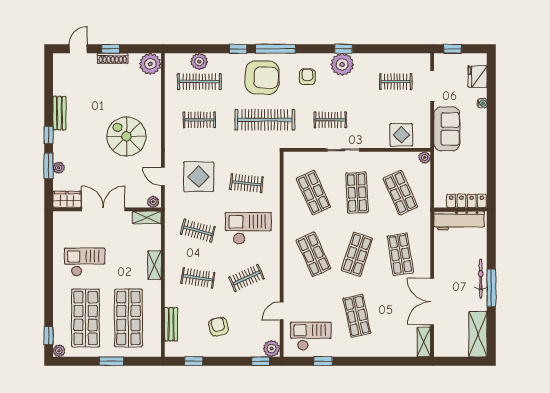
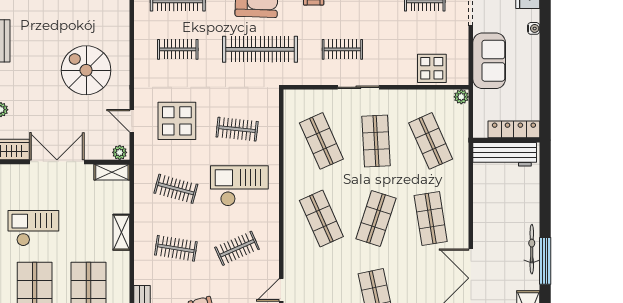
locker: (467, 201) -> (514, 129), moved
wall: (460, 209) -> (506, 140), moved
workbench: (459, 221) -> (505, 154), moved

